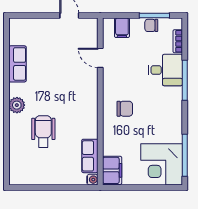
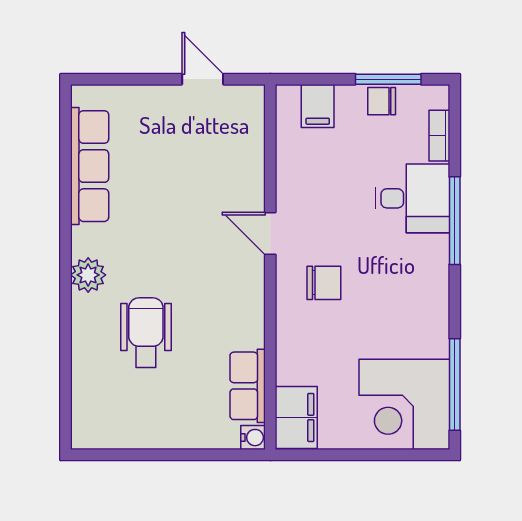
door: (100, 58) -> (270, 233), moved
row of seats: (17, 64) -> (90, 166), width x1.48

